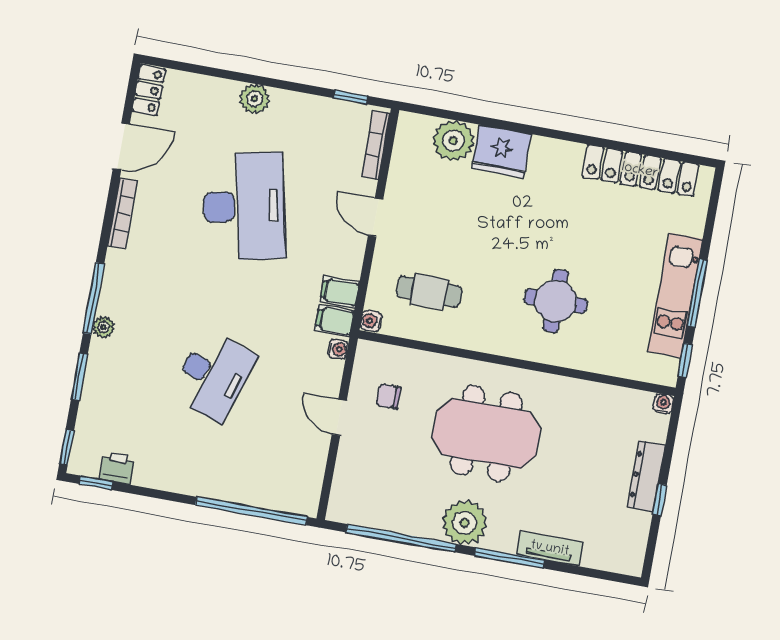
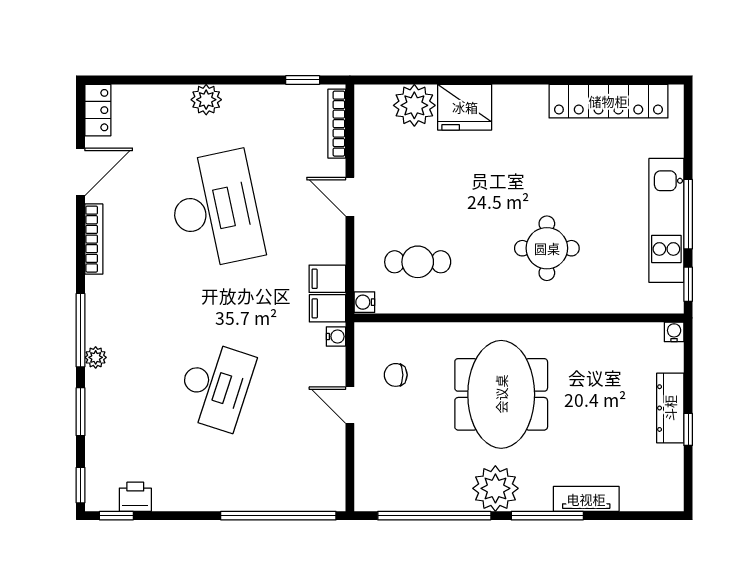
meeting table: (486, 433) -> (501, 394), turned 90

